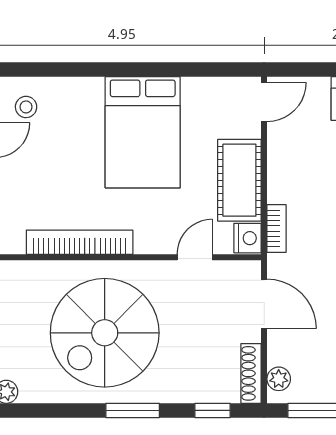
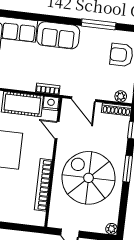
door: (264, 304) -> (84, 99), swing flipped
spiral stairs: (105, 333) -> (89, 178), turned 180

